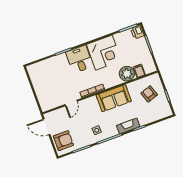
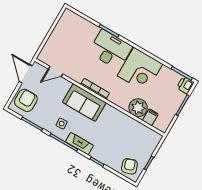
desk: (79, 59) -> (110, 50), width x1.37
armchair: (149, 94) -> (129, 166), moved
sofa: (114, 98) -> (84, 103), moved
door: (71, 103) -> (56, 71), moved
fireplace: (128, 126) -> (79, 144), moved
armchair: (63, 141) -> (26, 100), turned -90

